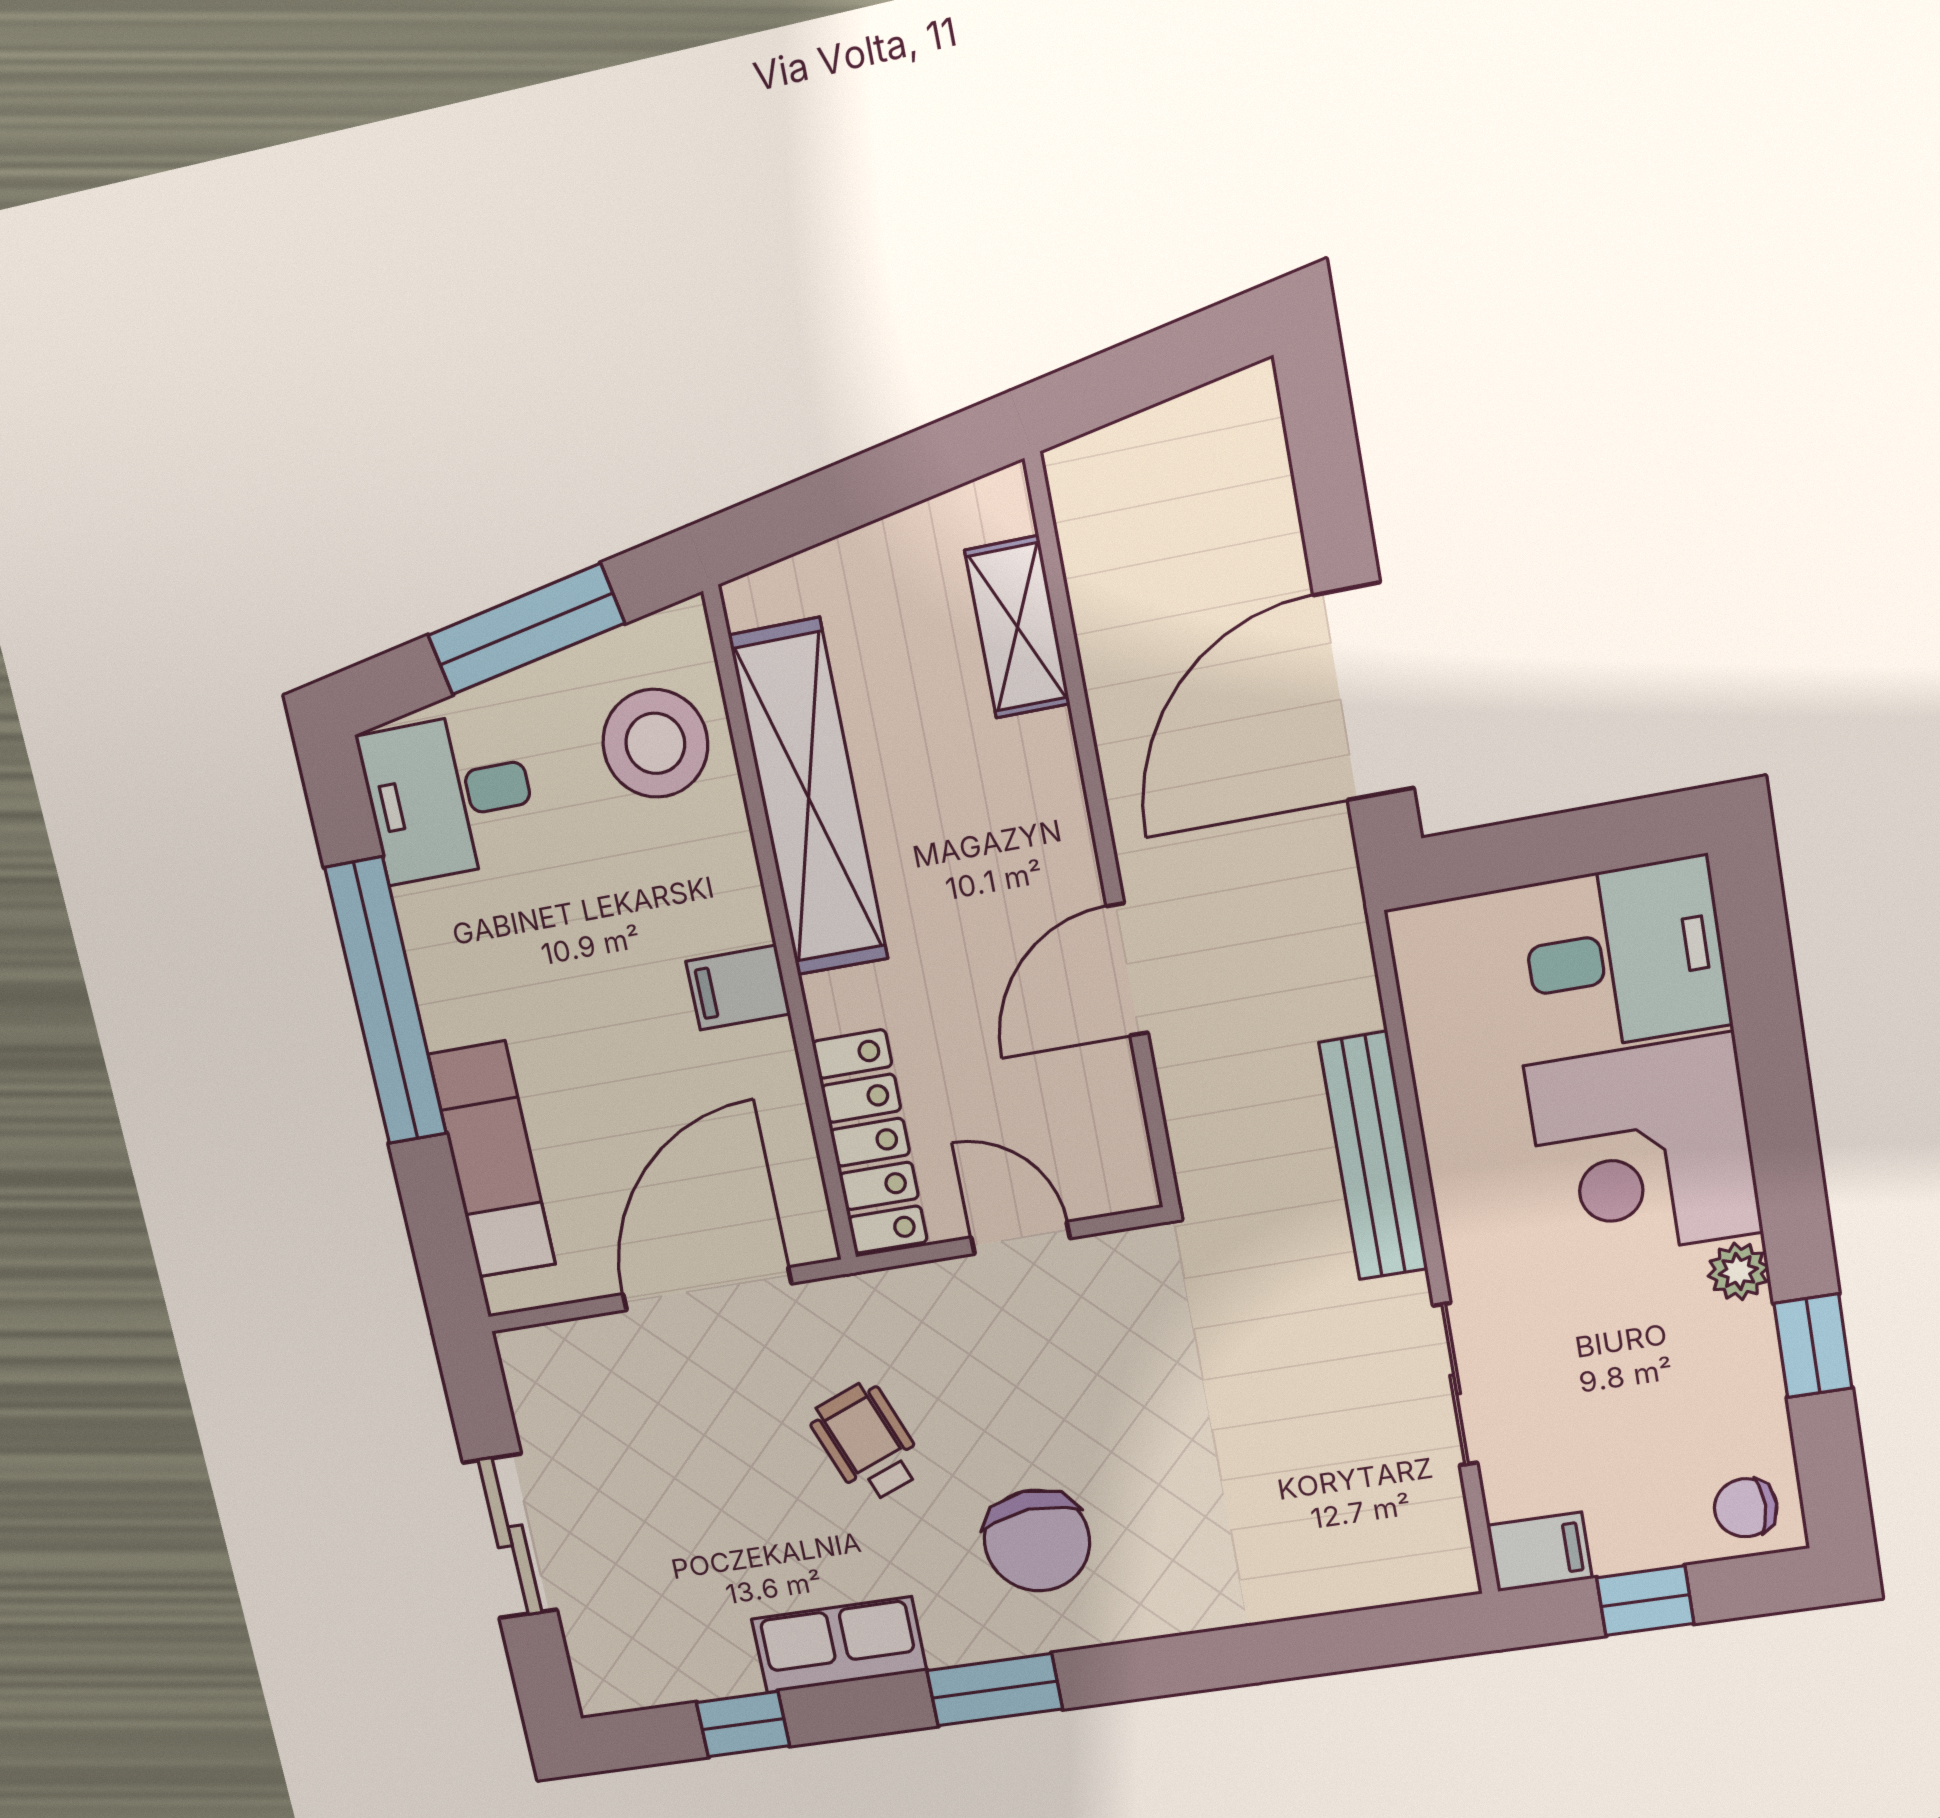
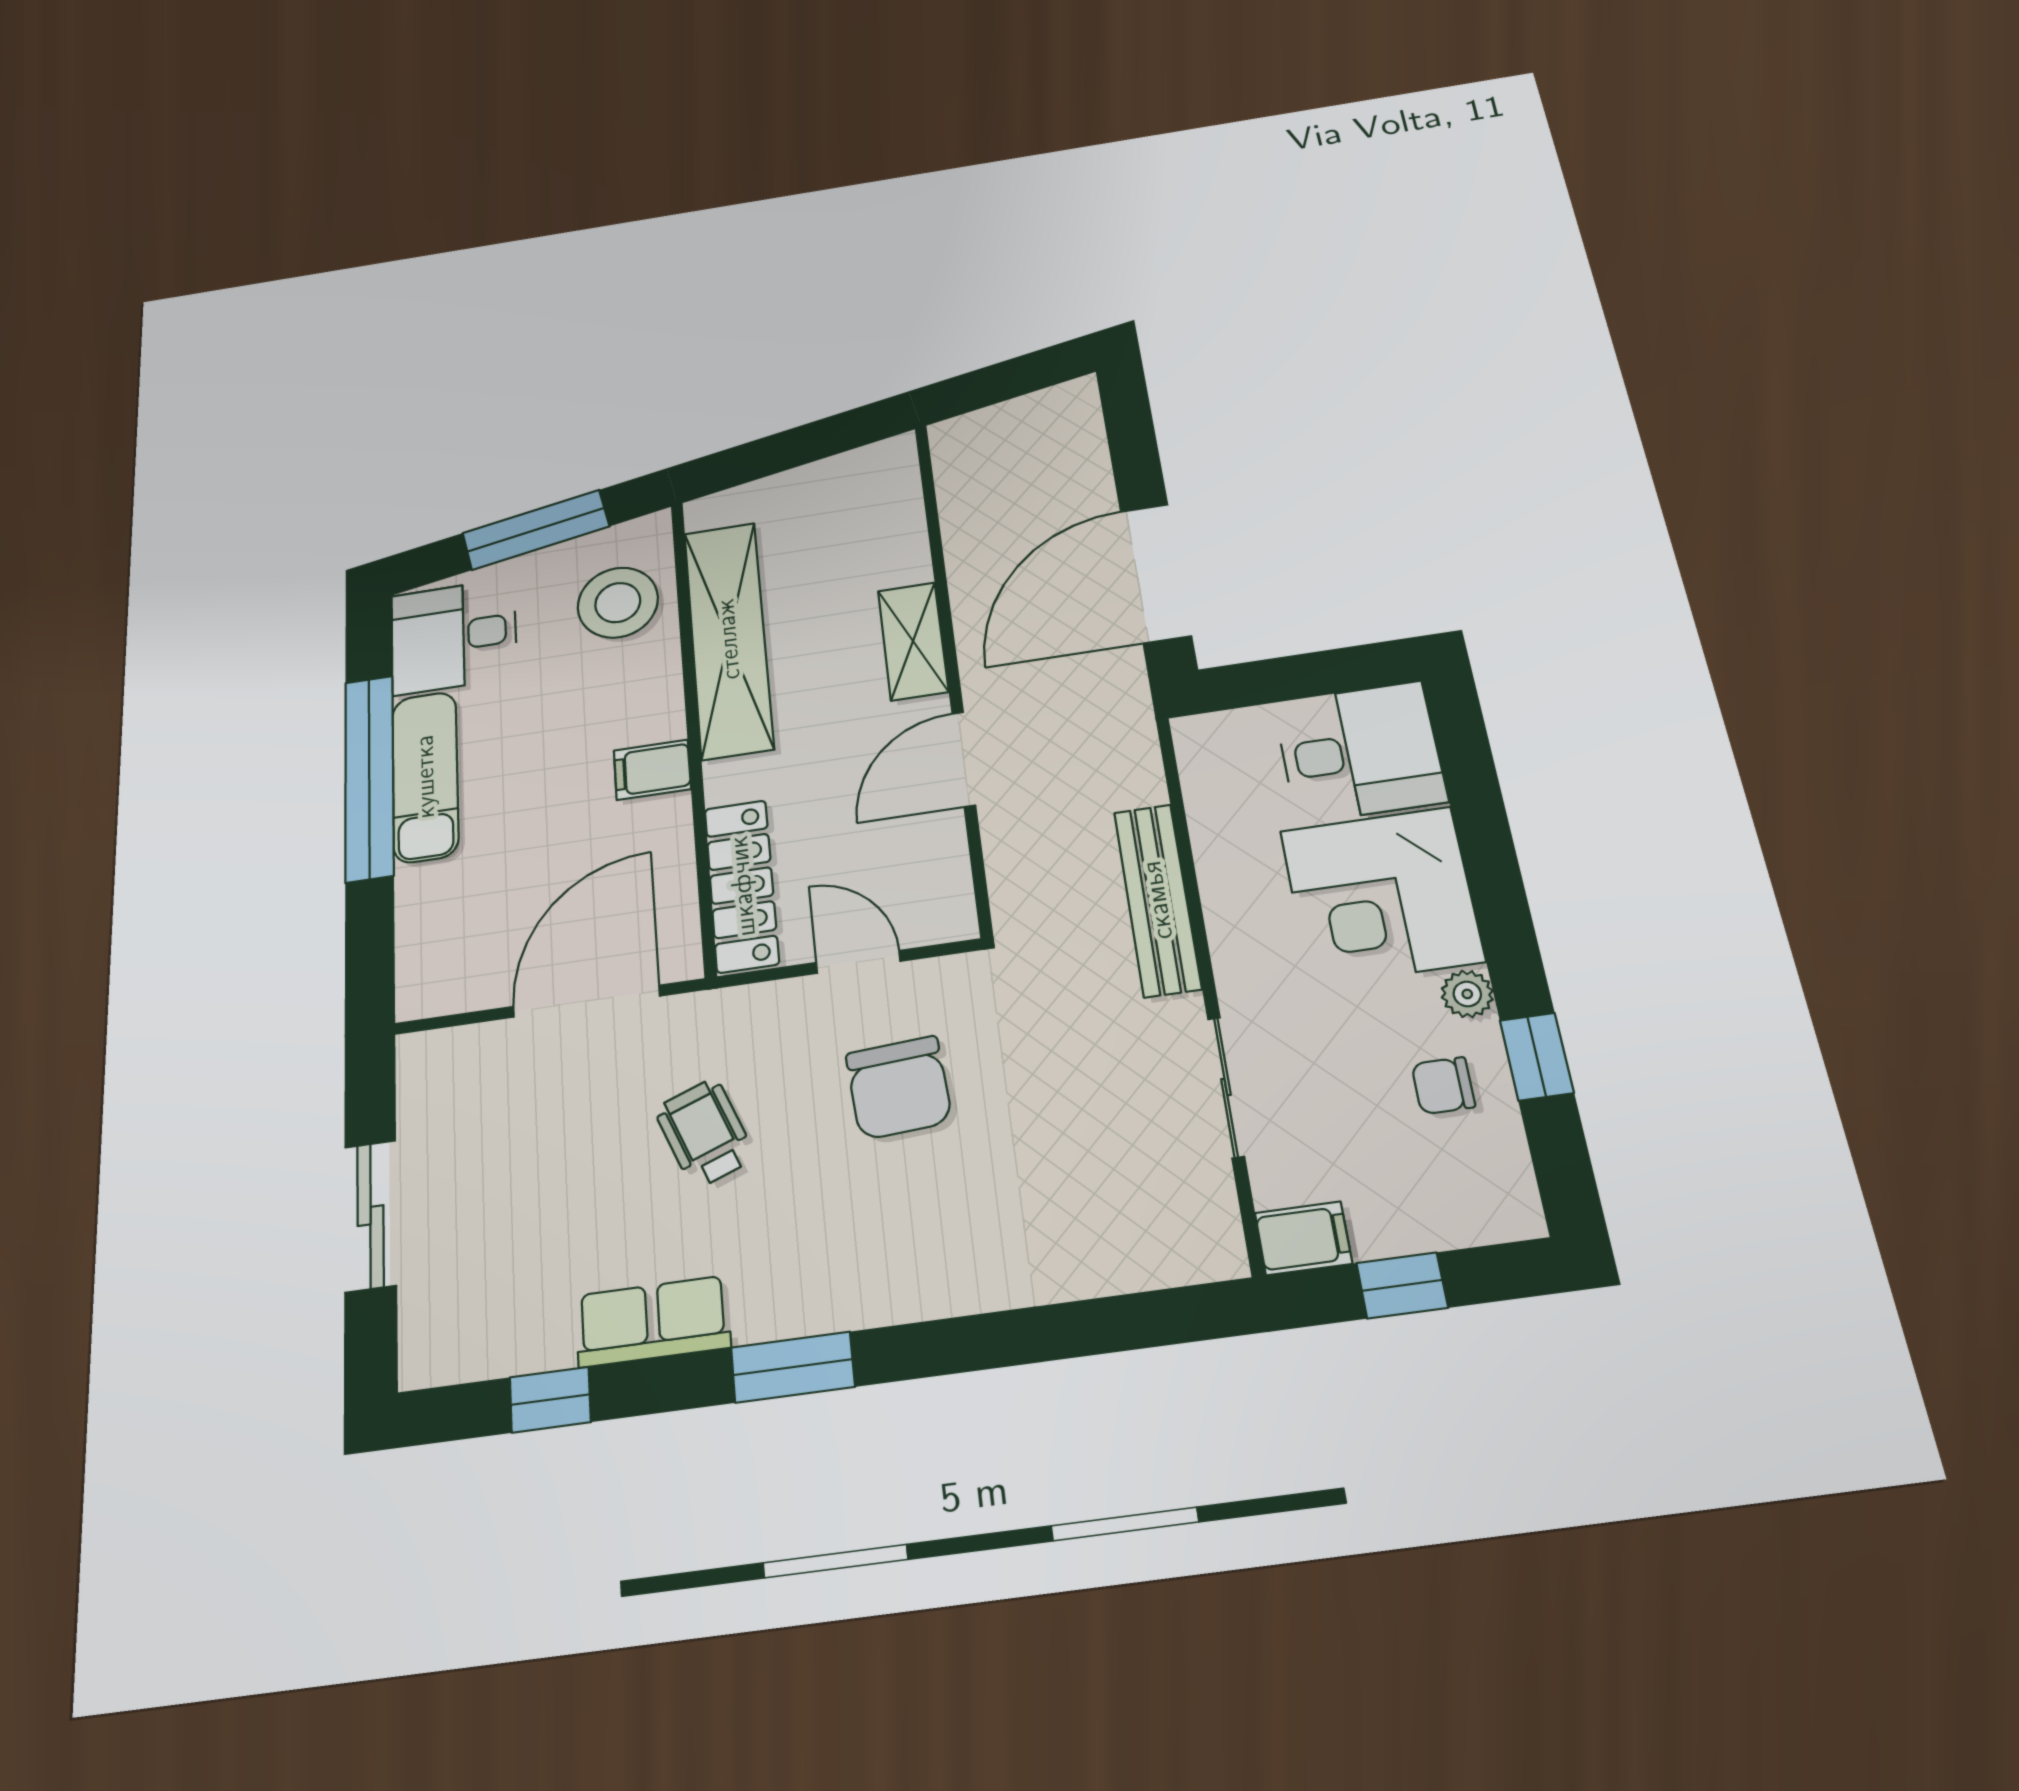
shelving: (1017, 627) -> (913, 641), moved
exam couch: (492, 1160) -> (425, 777), moved
chair: (1746, 1508) -> (1443, 1086), moved
chair: (1037, 1541) -> (899, 1088), moved

